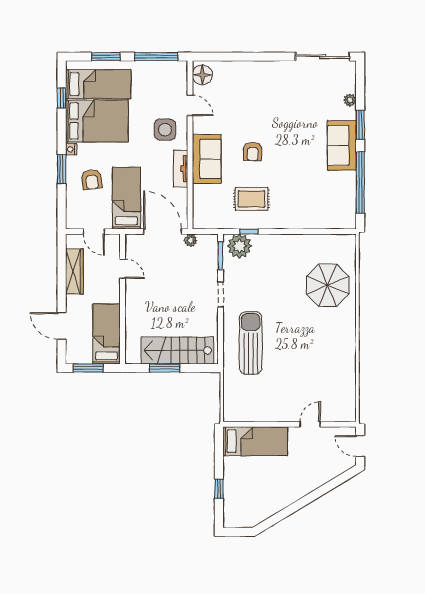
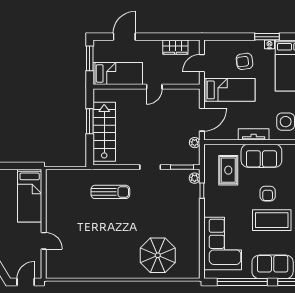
coffee table: (285, 147) -> (272, 220), added
armchair: (253, 152) -> (268, 194), turned -90
window: (62, 169) -> (267, 37), moved
rug: (252, 199) -> (228, 170), moved
corner sofa: (313, 206) -> (223, 243), added
door: (163, 232) -> (202, 120), width x0.73
plant: (239, 246) -> (195, 178), width x0.53, depth x0.53
door: (123, 269) -> (154, 87), moved
wardrobe: (74, 271) -> (175, 47), width x0.67
sun lounger: (251, 343) -> (110, 192), width x0.73, depth x0.75

